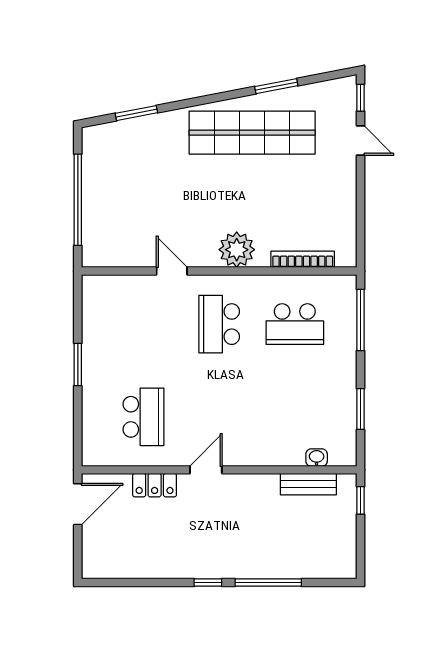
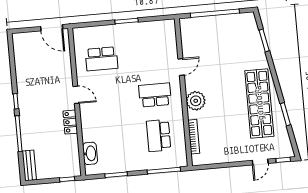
washbasin: (317, 458) -> (90, 153), width x1.91, depth x1.45
bench: (308, 484) -> (29, 165), moved
locker: (155, 485) -> (70, 122), moved

